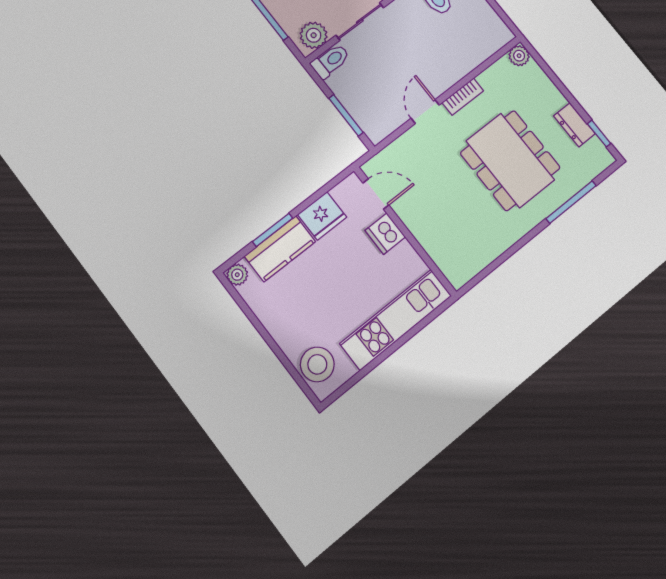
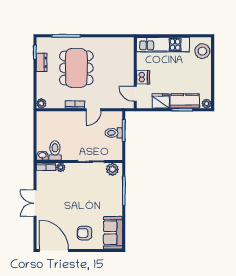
toilet: (330, 61) -> (114, 133), moved

